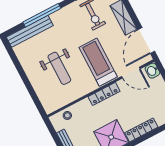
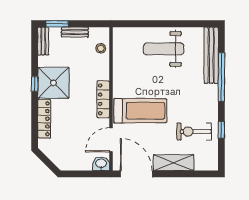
weight bench: (59, 68) -> (164, 49), moved

